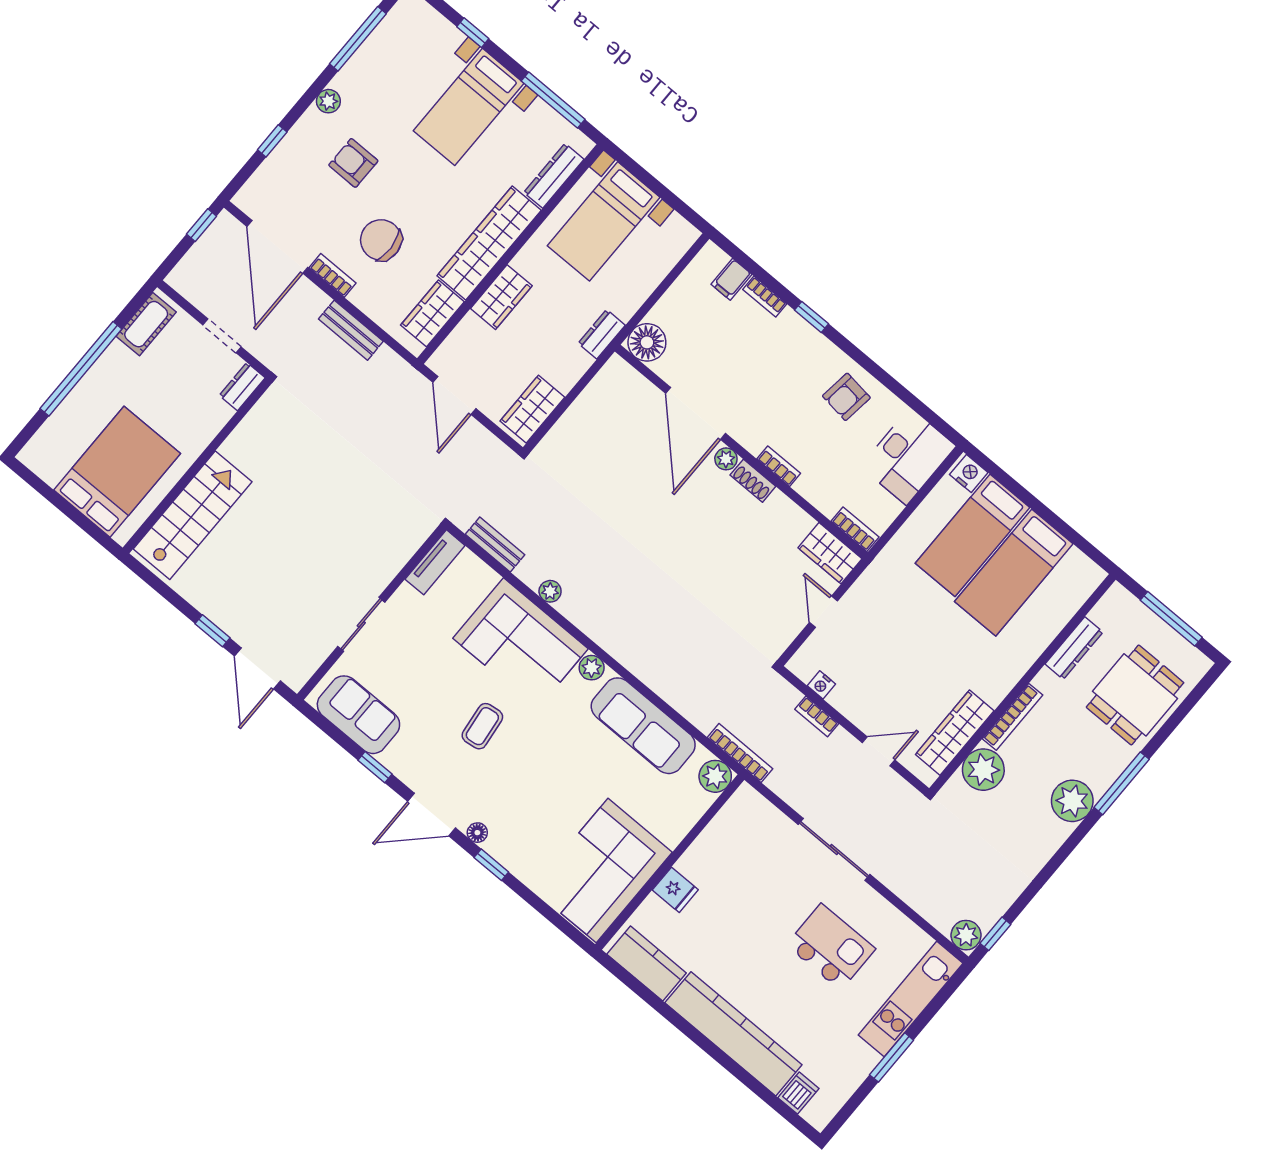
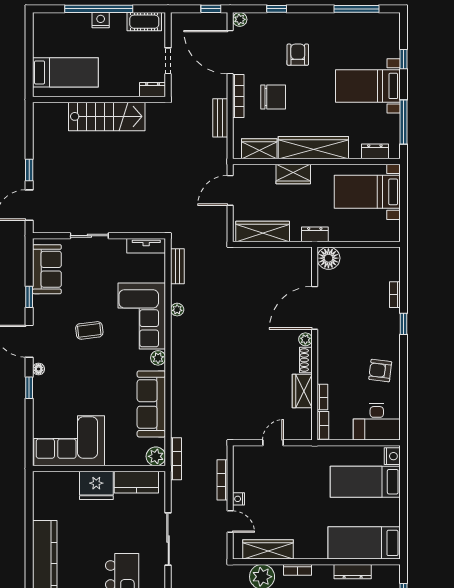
plant: (328, 101) -> (240, 19), moved
dresser: (554, 176) -> (375, 151), width x0.70
chair: (381, 240) -> (273, 97), turned 93
door: (277, 247) -> (230, 52), hinge flipped
bookcase: (332, 275) -> (238, 96), width x1.56
filing cabinet: (731, 279) -> (390, 273), removed
nightstand: (97, 378) -> (101, 20), added
wardrobe: (532, 409) -> (263, 231), width x1.50
bookcase: (779, 466) -> (322, 397), moved
bed: (117, 472) -> (65, 72), width x0.67
stairs: (193, 515) -> (107, 116), moved
wardrobe: (830, 553) -> (302, 391), moved
bed: (1014, 573) -> (364, 543), moved
nightstand: (821, 685) -> (239, 499), moved
bookcase: (817, 716) -> (222, 480), width x1.56
bookcase: (1013, 717) -> (297, 570), width x0.64
fridge: (675, 890) -> (96, 485), width x1.88, depth x1.34
kitchen counter: (647, 964) -> (136, 482), moved, turned 90

